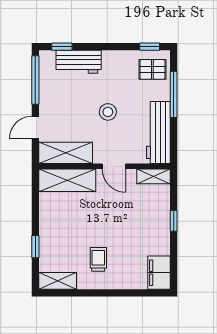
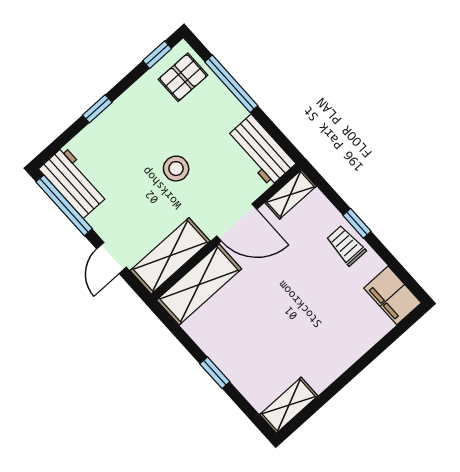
window: (62, 47) -> (97, 109), moved
workbench: (79, 62) -> (74, 182), moved, turned -90
workbench: (158, 132) -> (261, 150), width x0.73
door: (114, 166) -> (237, 223), width x1.38
window: (35, 247) -> (215, 373), moved
trolley: (98, 259) -> (346, 245), moved

